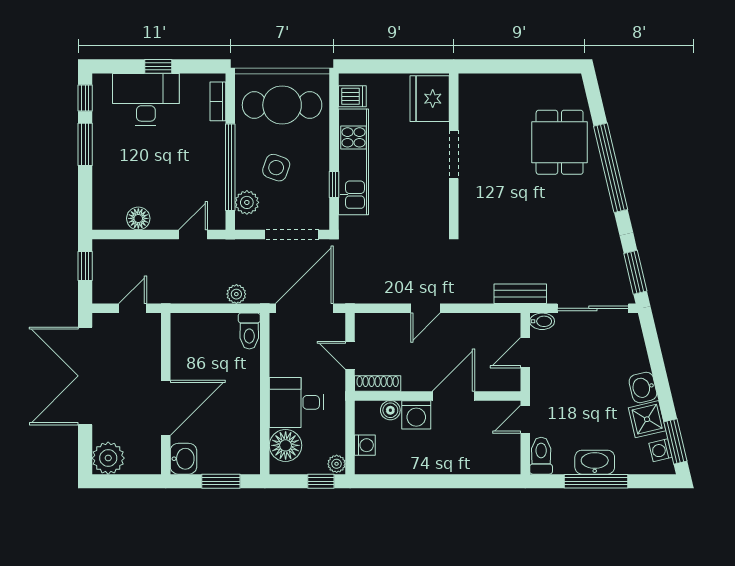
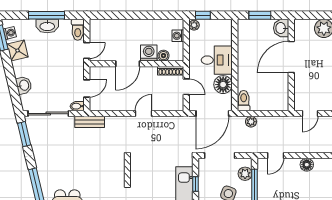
washbasin: (643, 387) -> (24, 85), moved
floor lamp: (286, 445) -> (223, 85), moved

